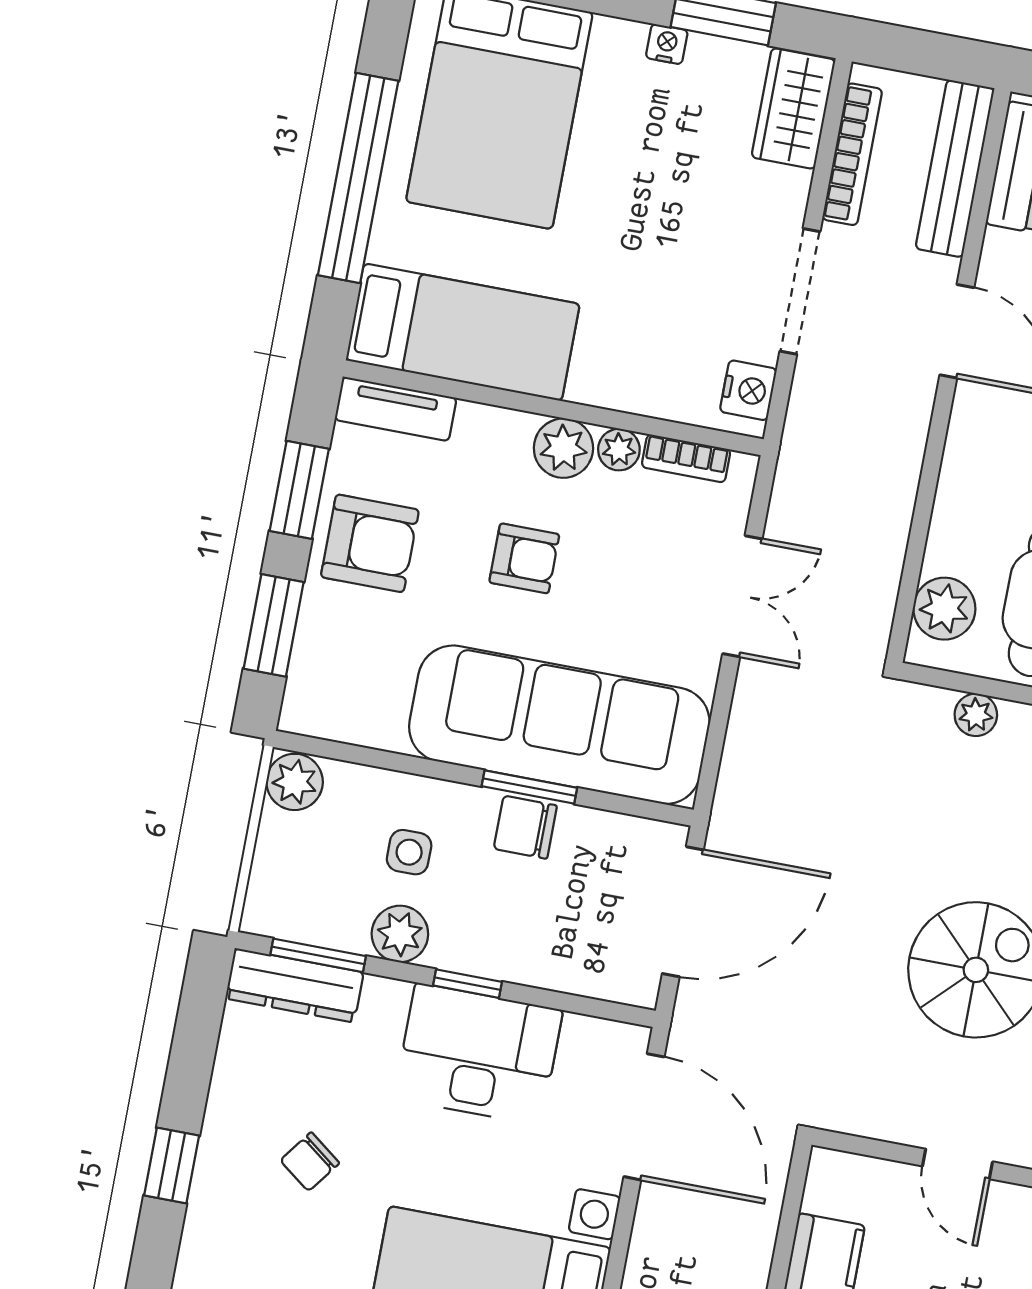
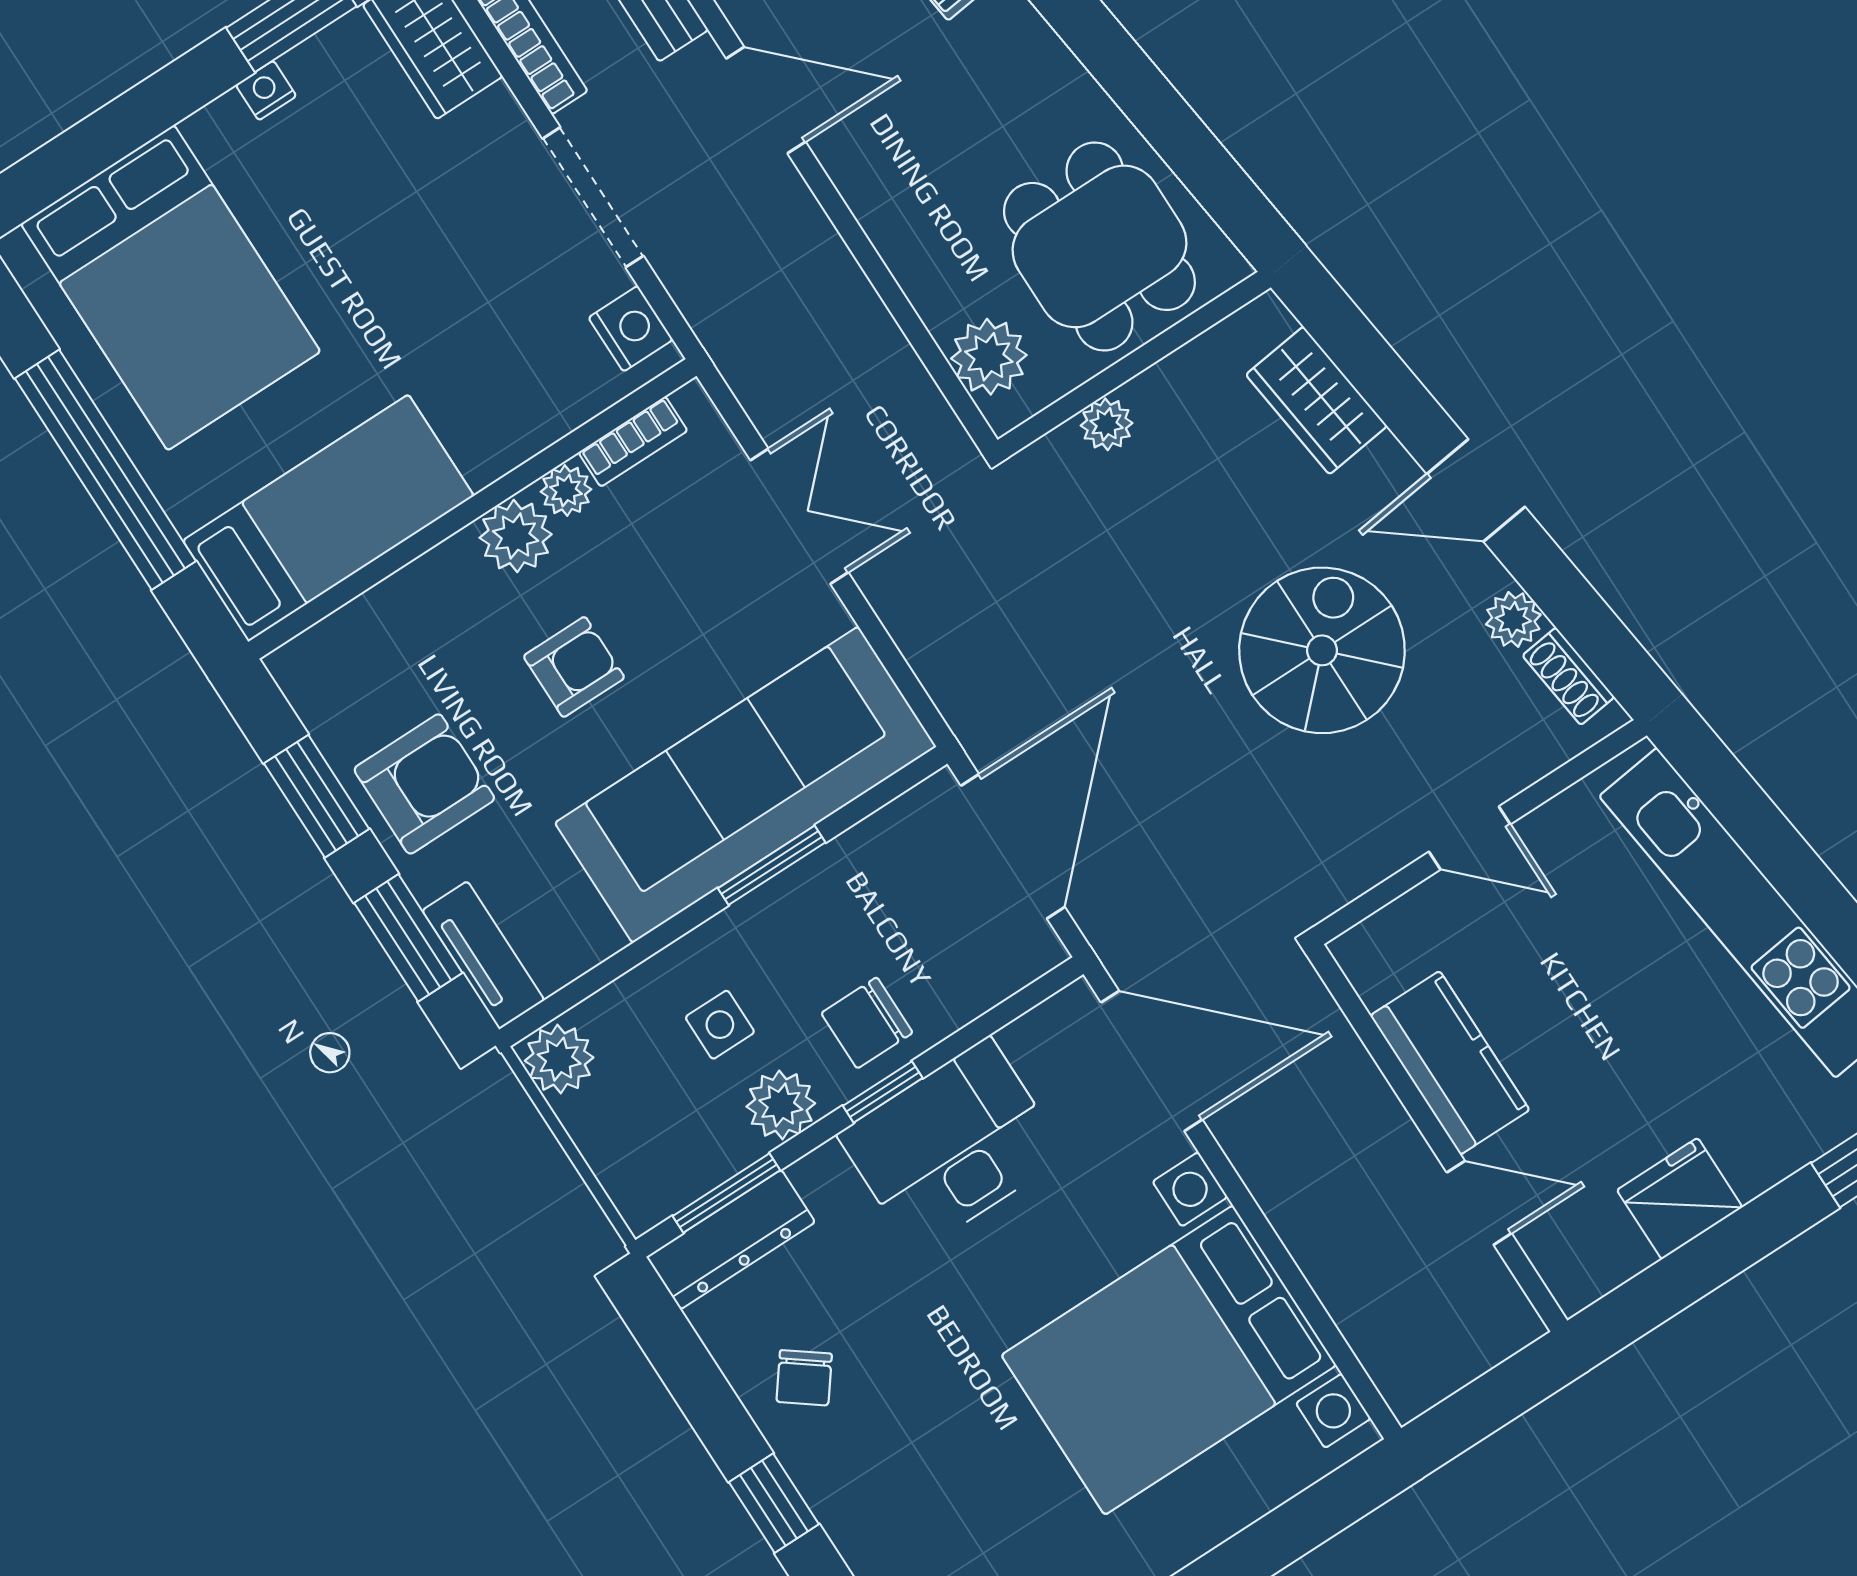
tv unit: (396, 409) -> (483, 955), moved, turned -90
chair: (525, 827) -> (867, 1023), moved
chair: (310, 1162) -> (804, 1378), moved

